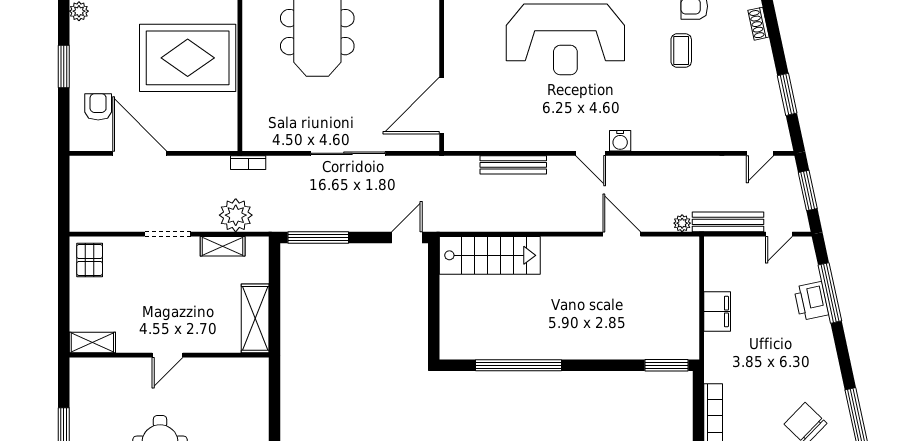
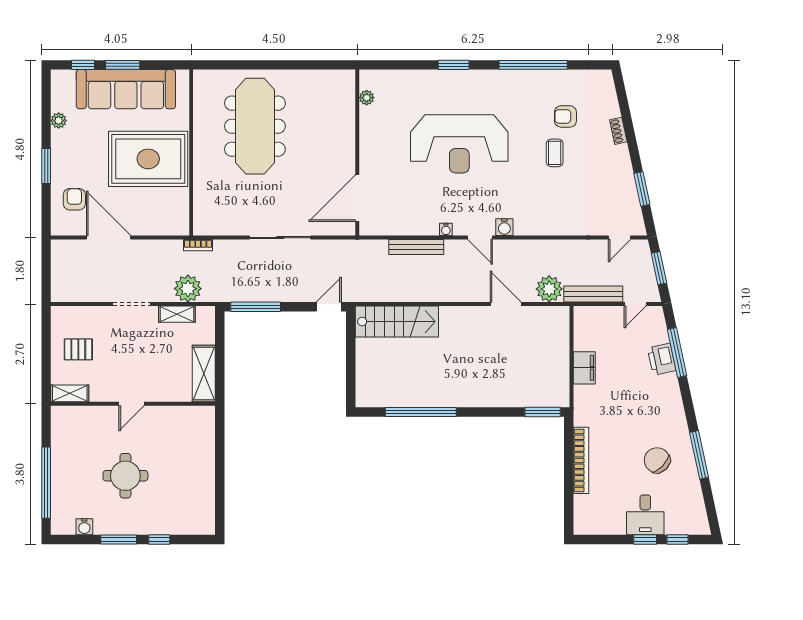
water cooler: (549, 143) -> (446, 229), added
plant: (682, 223) -> (549, 289), width x1.88, depth x1.88
pallet: (90, 260) -> (78, 349), moved, turned 90

